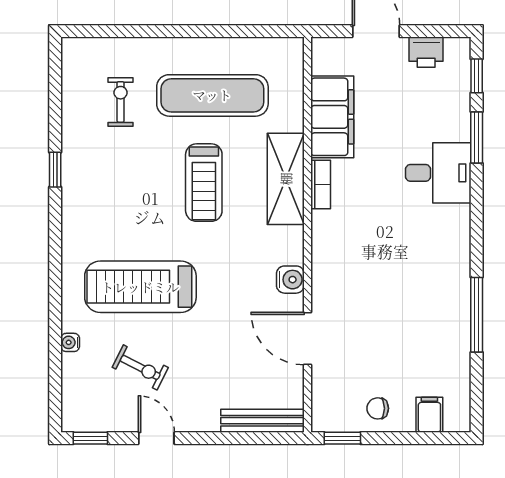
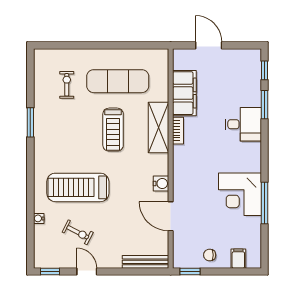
printer: (426, 52) -> (236, 57), removed
window: (55, 170) -> (30, 122), width x1.50
corner desk: (432, 299) -> (240, 194), added

